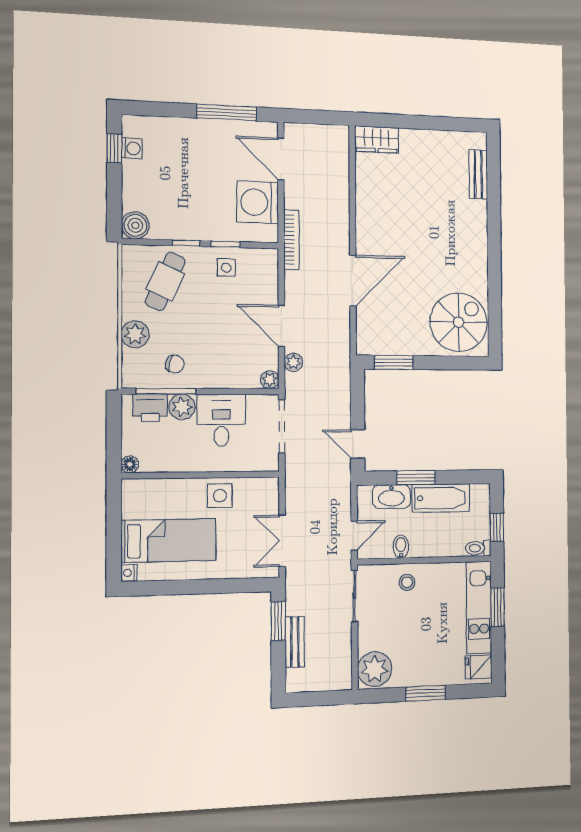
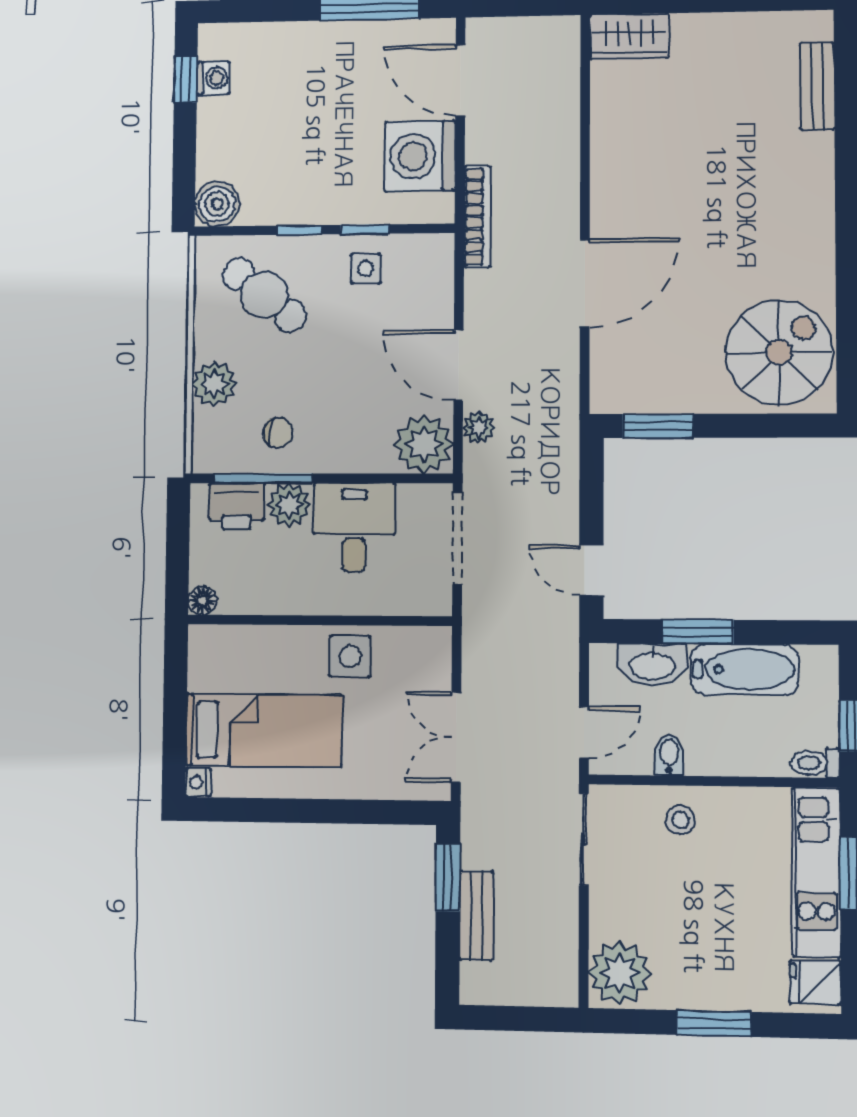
cafe table: (165, 281) -> (264, 295), turned -75
plant: (270, 380) -> (424, 444), width x1.88, depth x1.88

